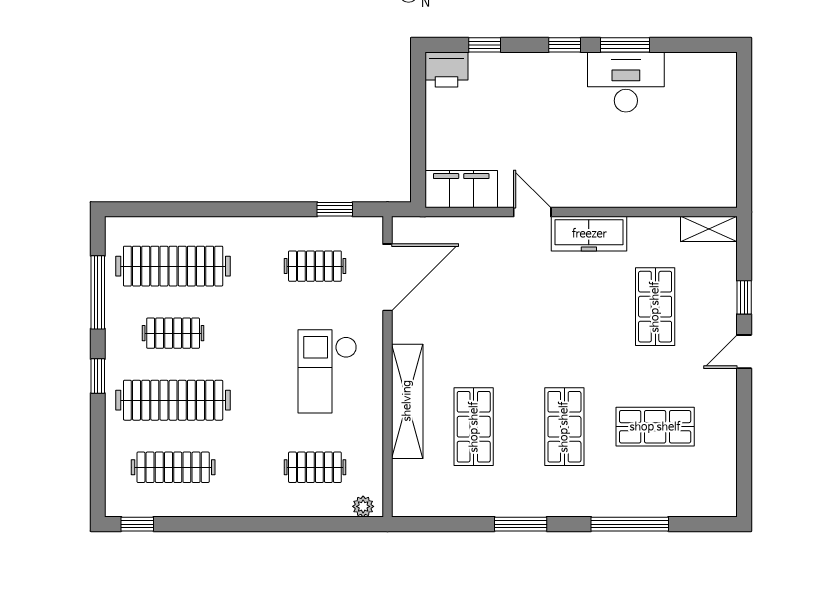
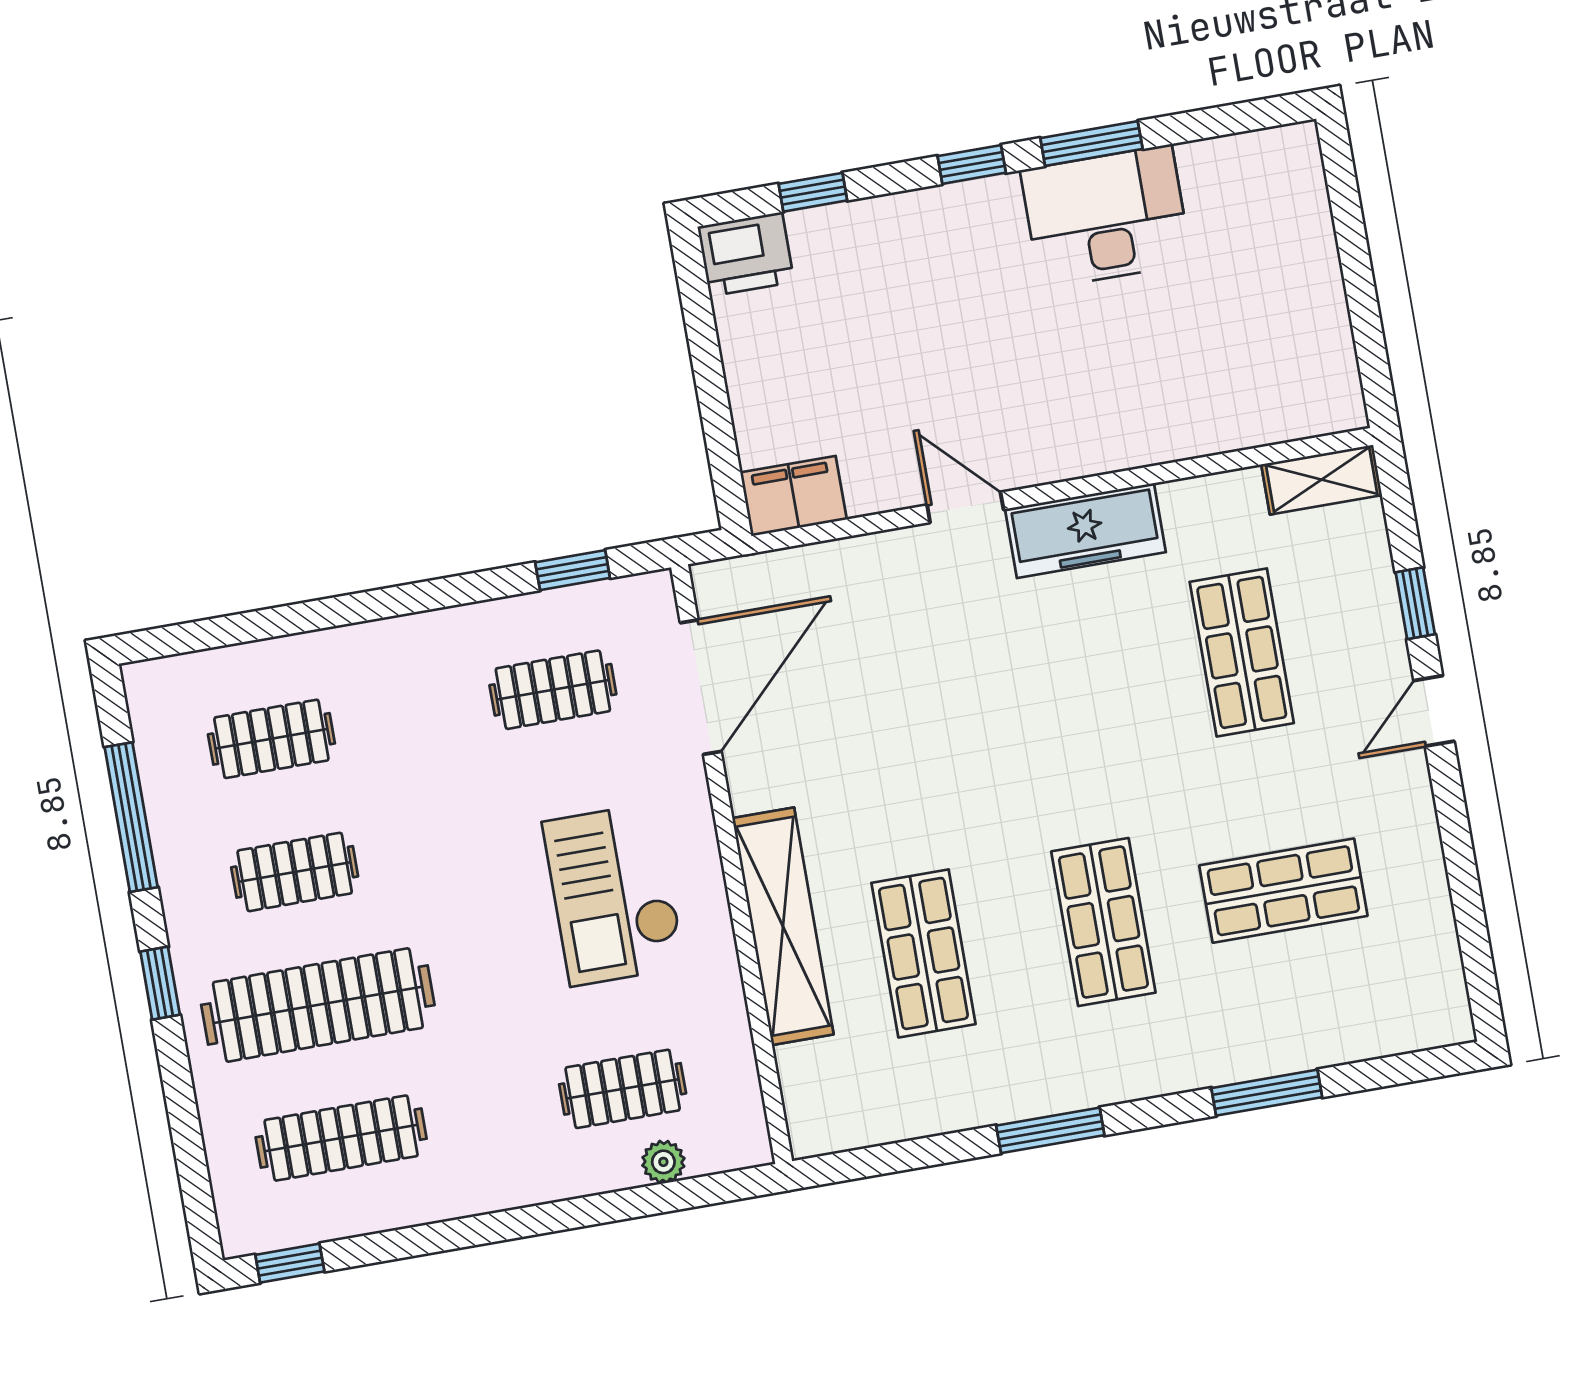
filing cabinet: (461, 189) -> (793, 496), width x0.67, depth x0.86
clothes rail: (173, 266) -> (271, 739), width x0.54, depth x0.76
plant: (363, 506) -> (663, 1162), moved
window: (630, 524) -> (1267, 1093), width x0.69

